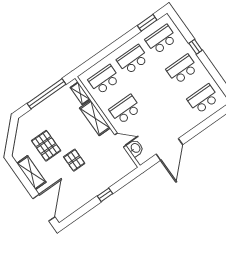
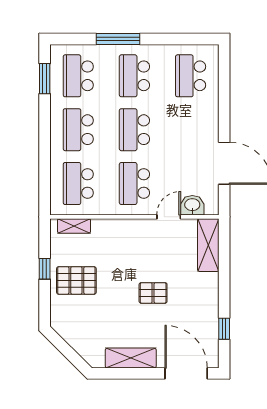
window: (195, 47) -> (118, 39), width x2.17
school desk: (154, 89) -> (134, 130), added
window: (46, 94) -> (45, 269), width x0.32
shelving: (95, 118) -> (208, 245), moved, turned 90
pallet: (46, 146) -> (76, 280), moved
window: (105, 195) -> (224, 329), moved

